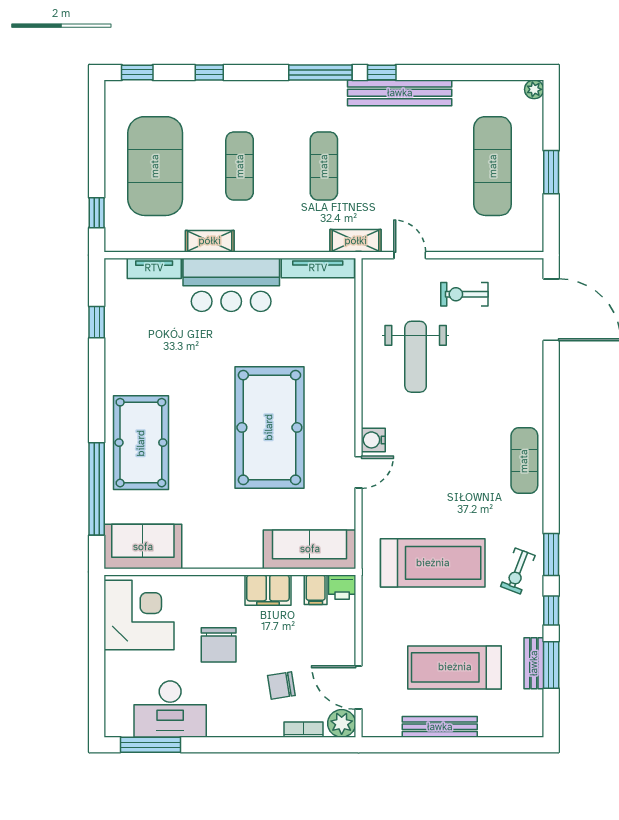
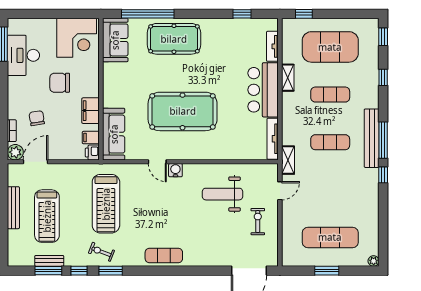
bench: (400, 93) -> (372, 138), moved
treadmill: (455, 667) -> (47, 216), turned 180

